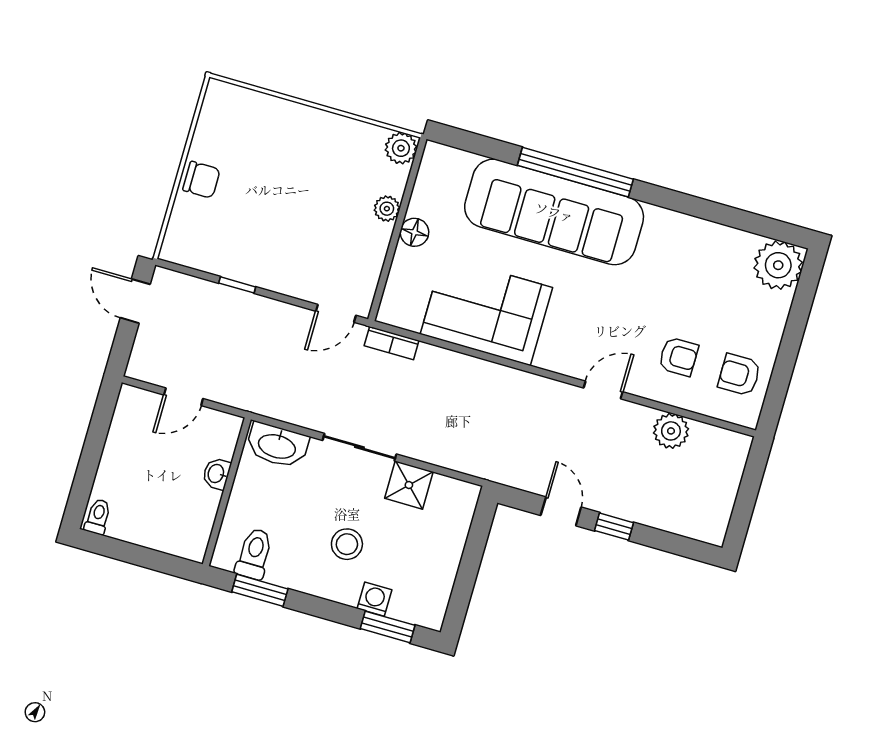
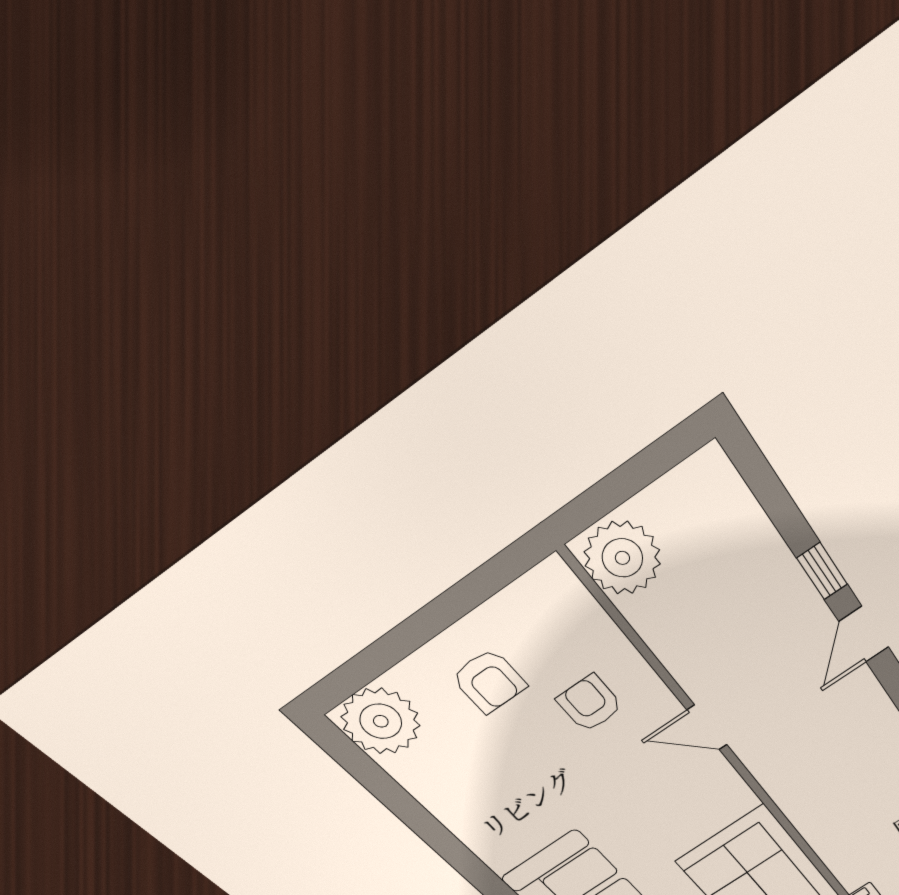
armchair: (739, 375) -> (489, 681), moved
plant: (671, 431) -> (622, 558), moved, width x1.36, depth x1.36

